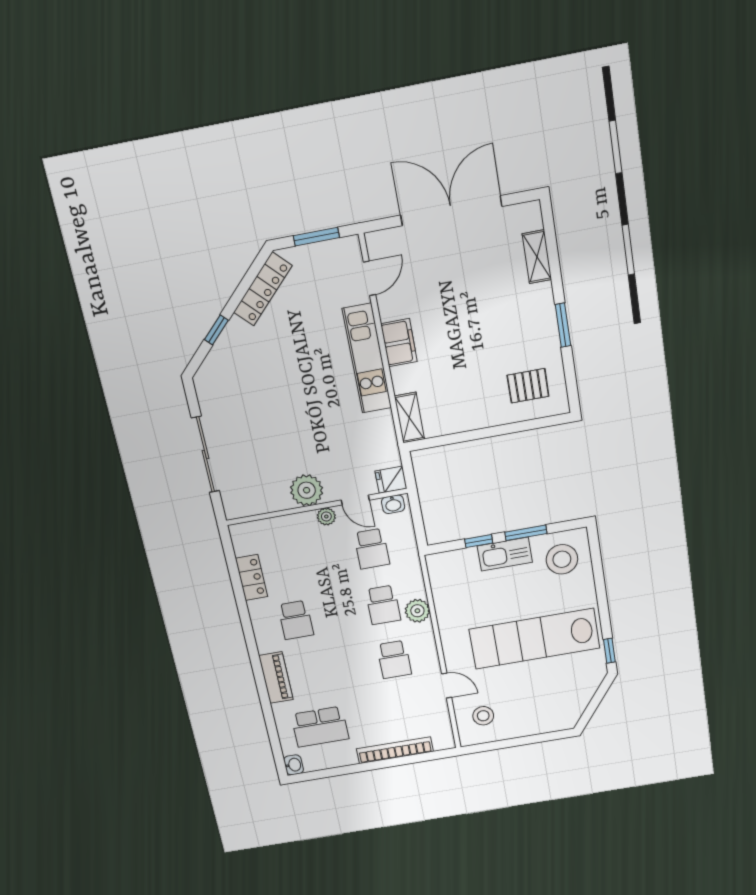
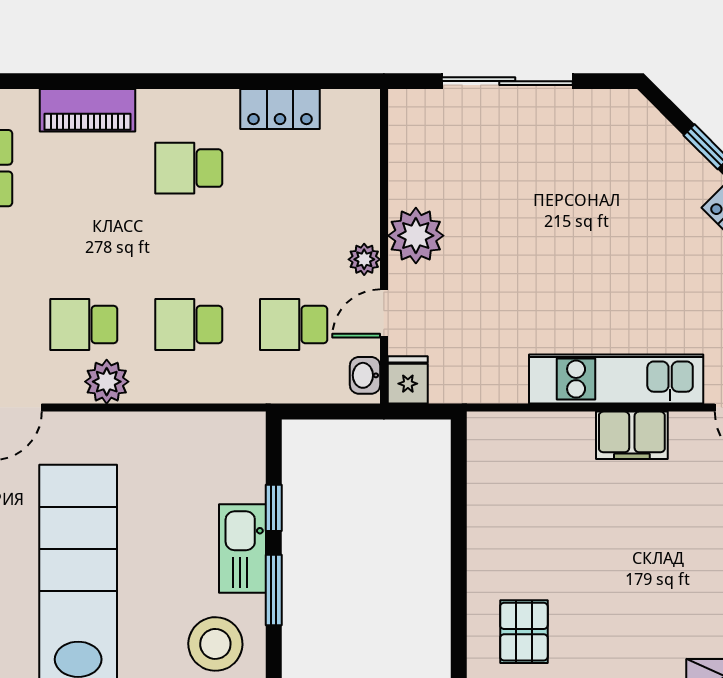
shelving: (409, 418) -> (507, 430), removed
plant: (417, 611) -> (107, 382), moved

